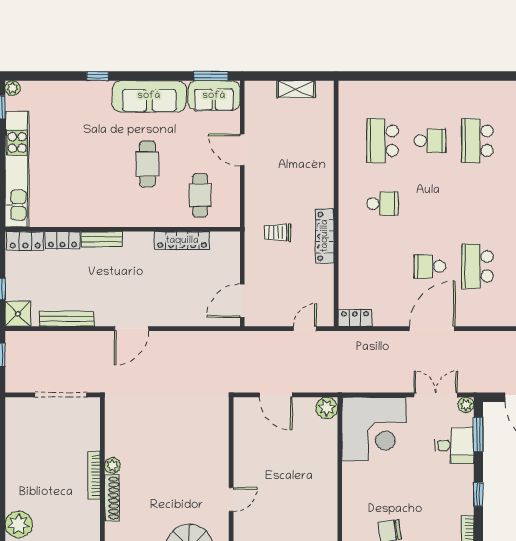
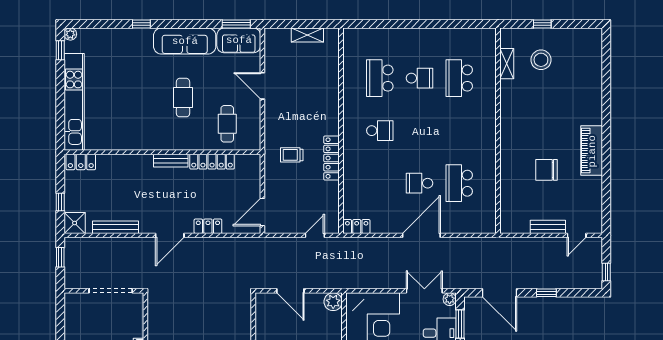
bench: (102, 239) -> (171, 161), moved
locker: (63, 240) -> (208, 226), moved, turned 180

